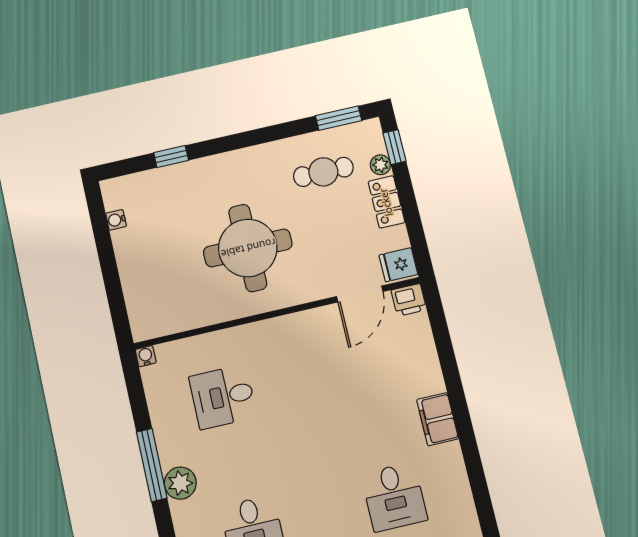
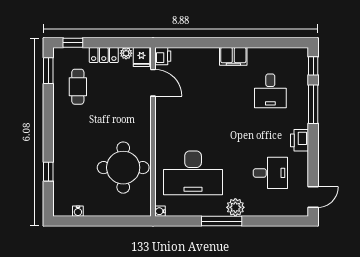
plant: (380, 165) -> (126, 53), moved
round table: (248, 248) -> (123, 168), moved
desk: (223, 397) -> (193, 173), width x1.87, depth x1.30
desk: (394, 497) -> (270, 91), turned 90

